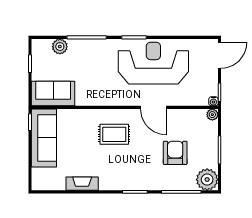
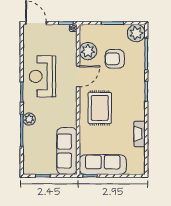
plant: (60, 47) -> (29, 119), moved
reception desk: (153, 63) -> (42, 76), width x0.74, depth x0.77
sofa: (53, 93) -> (67, 151), width x1.36
plant: (212, 115) -> (88, 51), moved, width x1.88, depth x1.88
rug: (114, 134) -> (100, 108), width x1.36, depth x1.43

